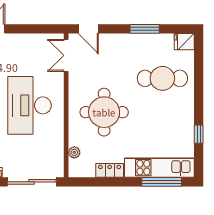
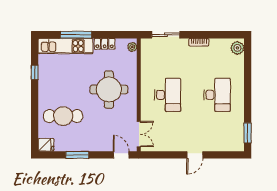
desk: (29, 105) -> (168, 95), width x0.73, depth x0.77
plant: (74, 152) -> (132, 47), moved
sliding door: (32, 182) -> (166, 35), width x0.73
window: (162, 182) -> (76, 35), moved

